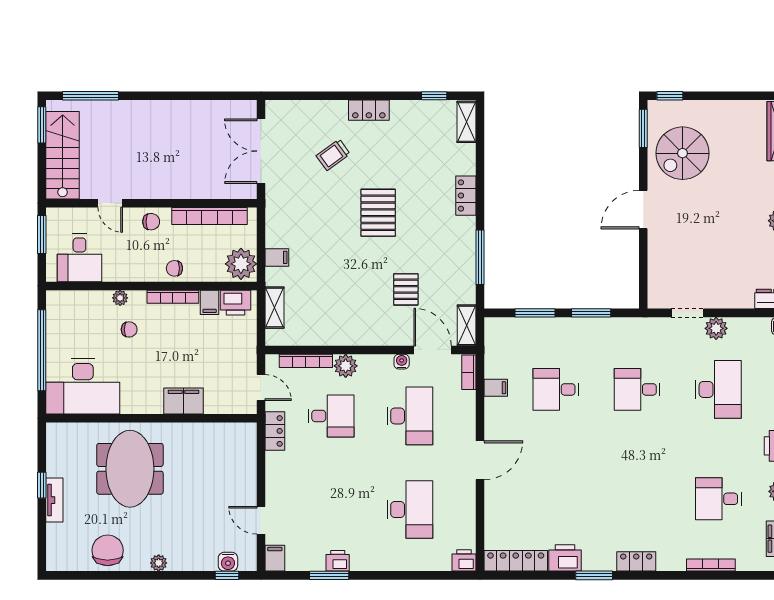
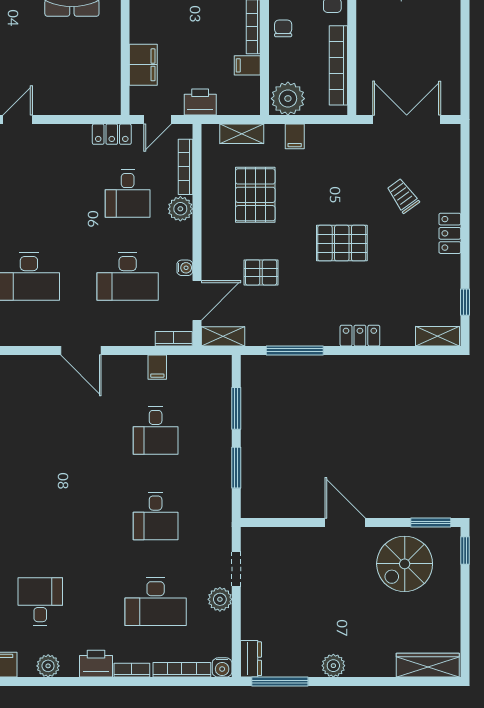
spiral stairs: (682, 153) -> (405, 564), turned -90
pallet: (332, 295) -> (255, 195), added
printer: (236, 303) -> (200, 102), moved, turned 90
desk: (556, 389) -> (156, 430), turned 180
desk: (637, 389) -> (156, 516), turned 180
filing cabinet: (183, 401) -> (143, 65), moved

